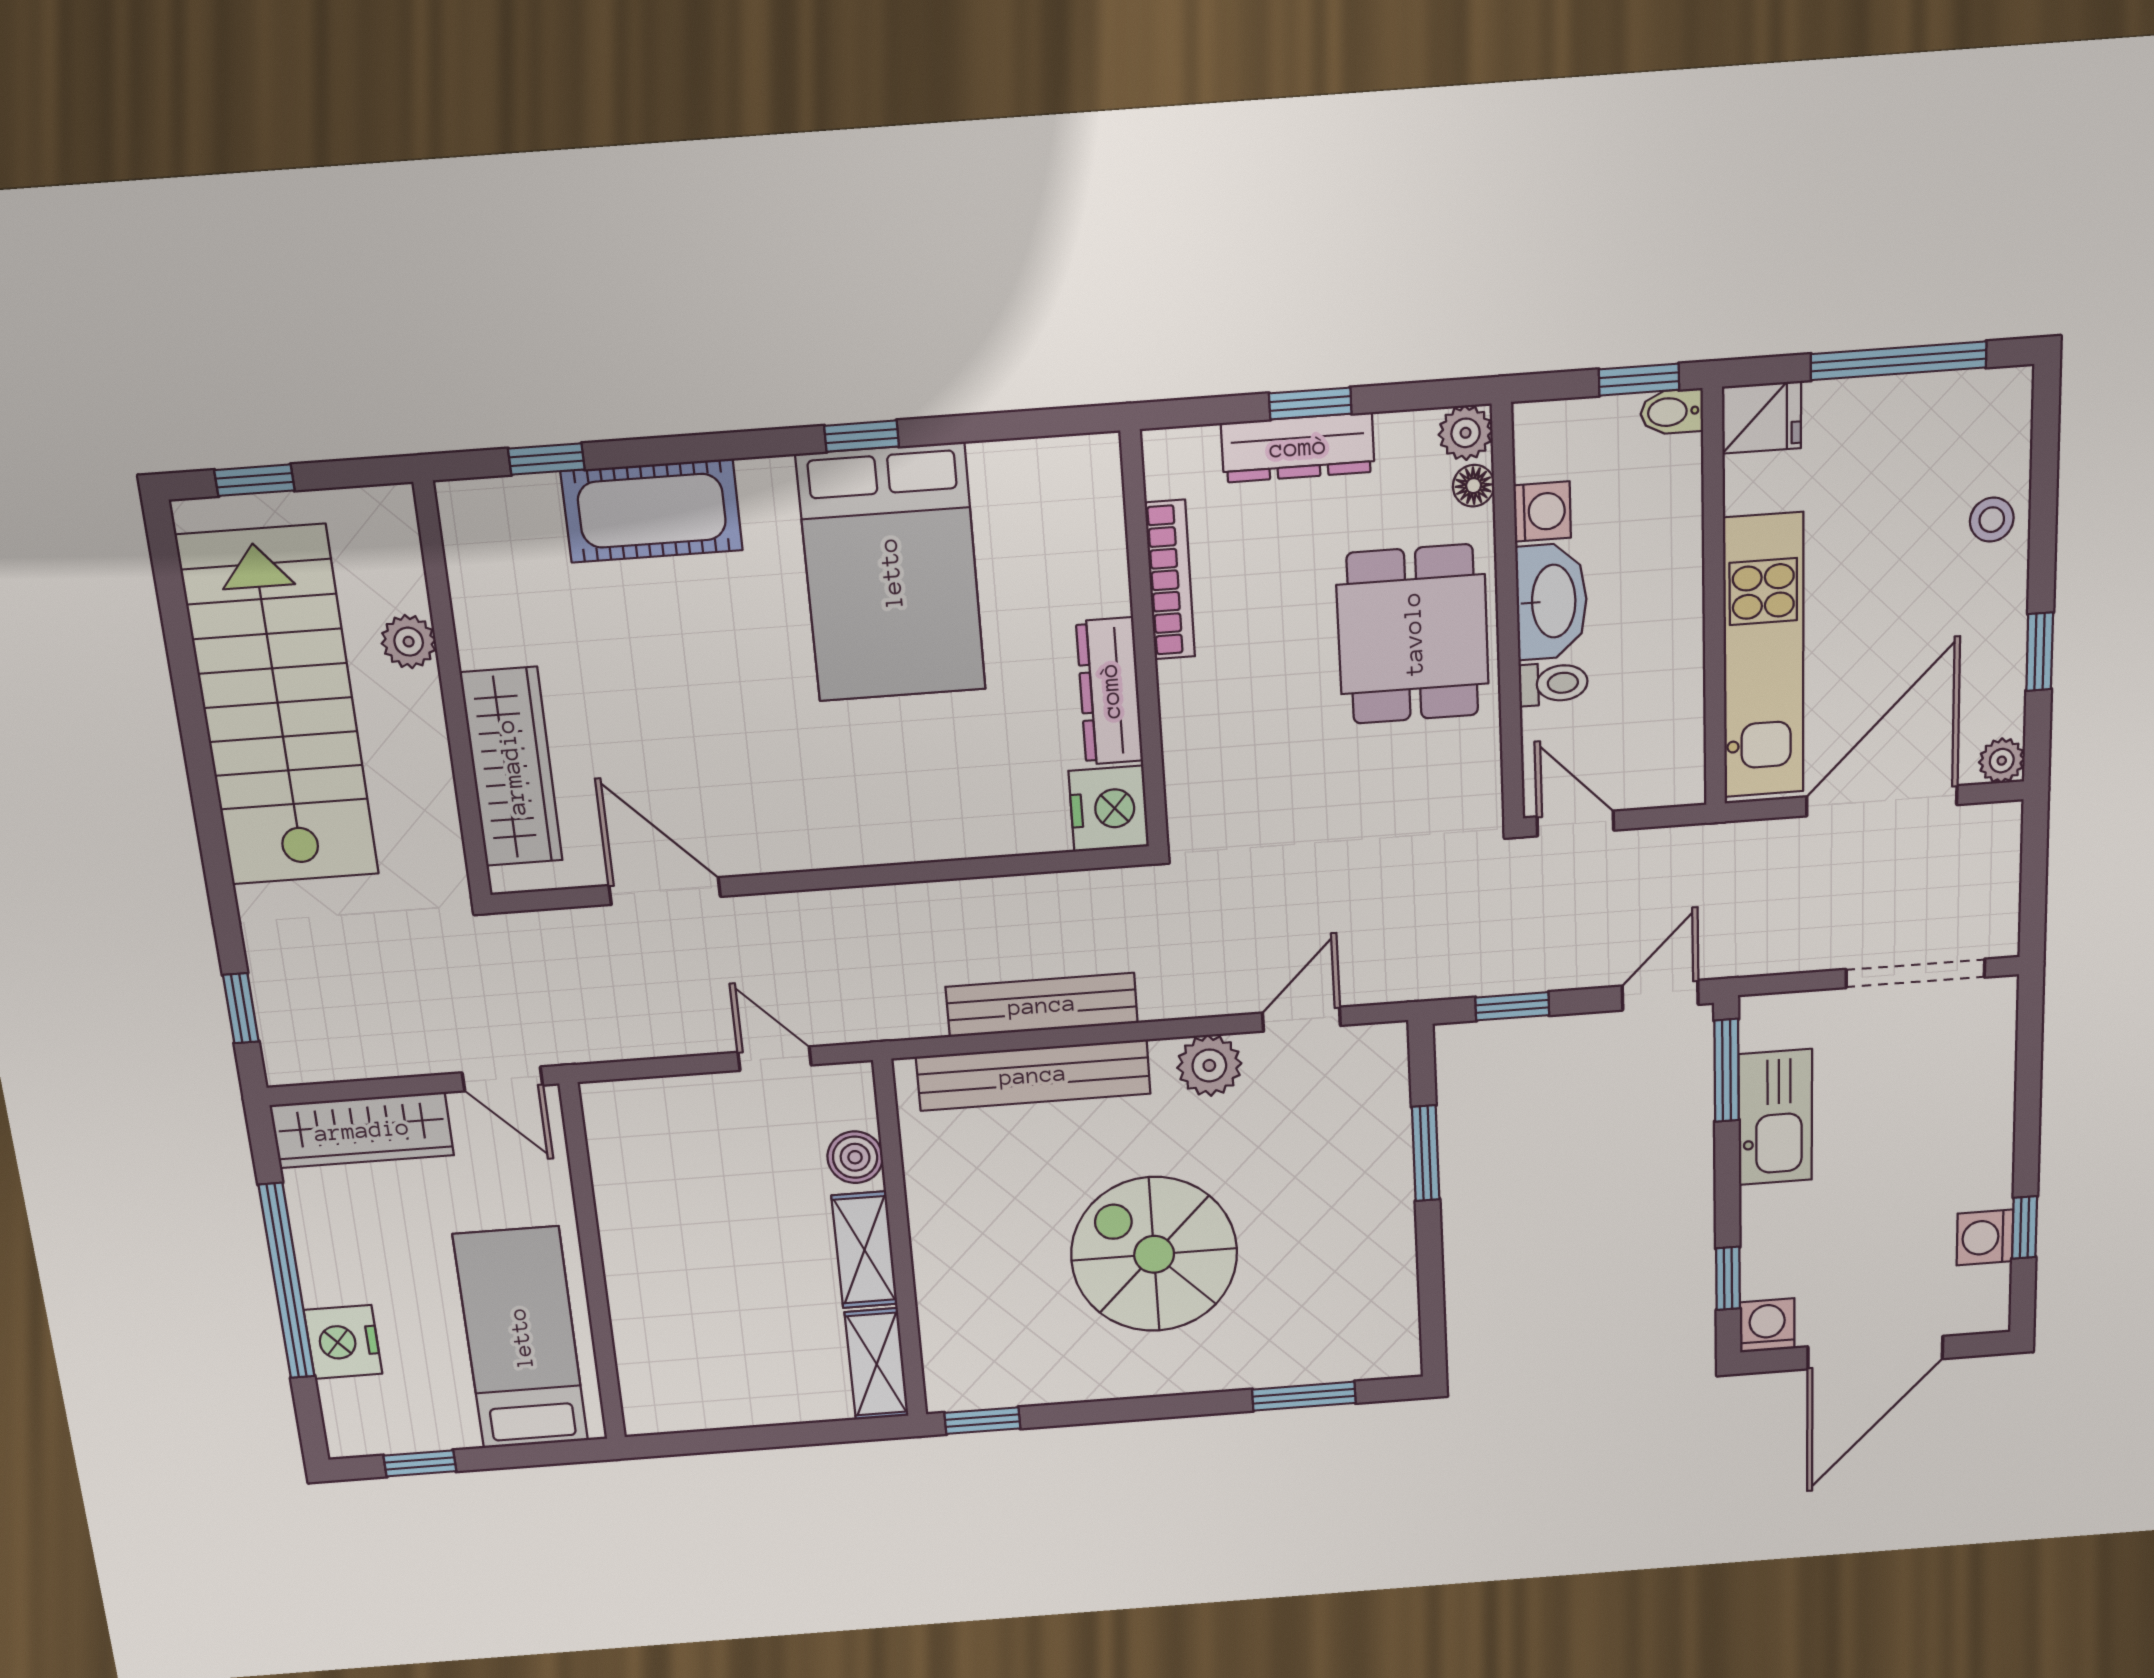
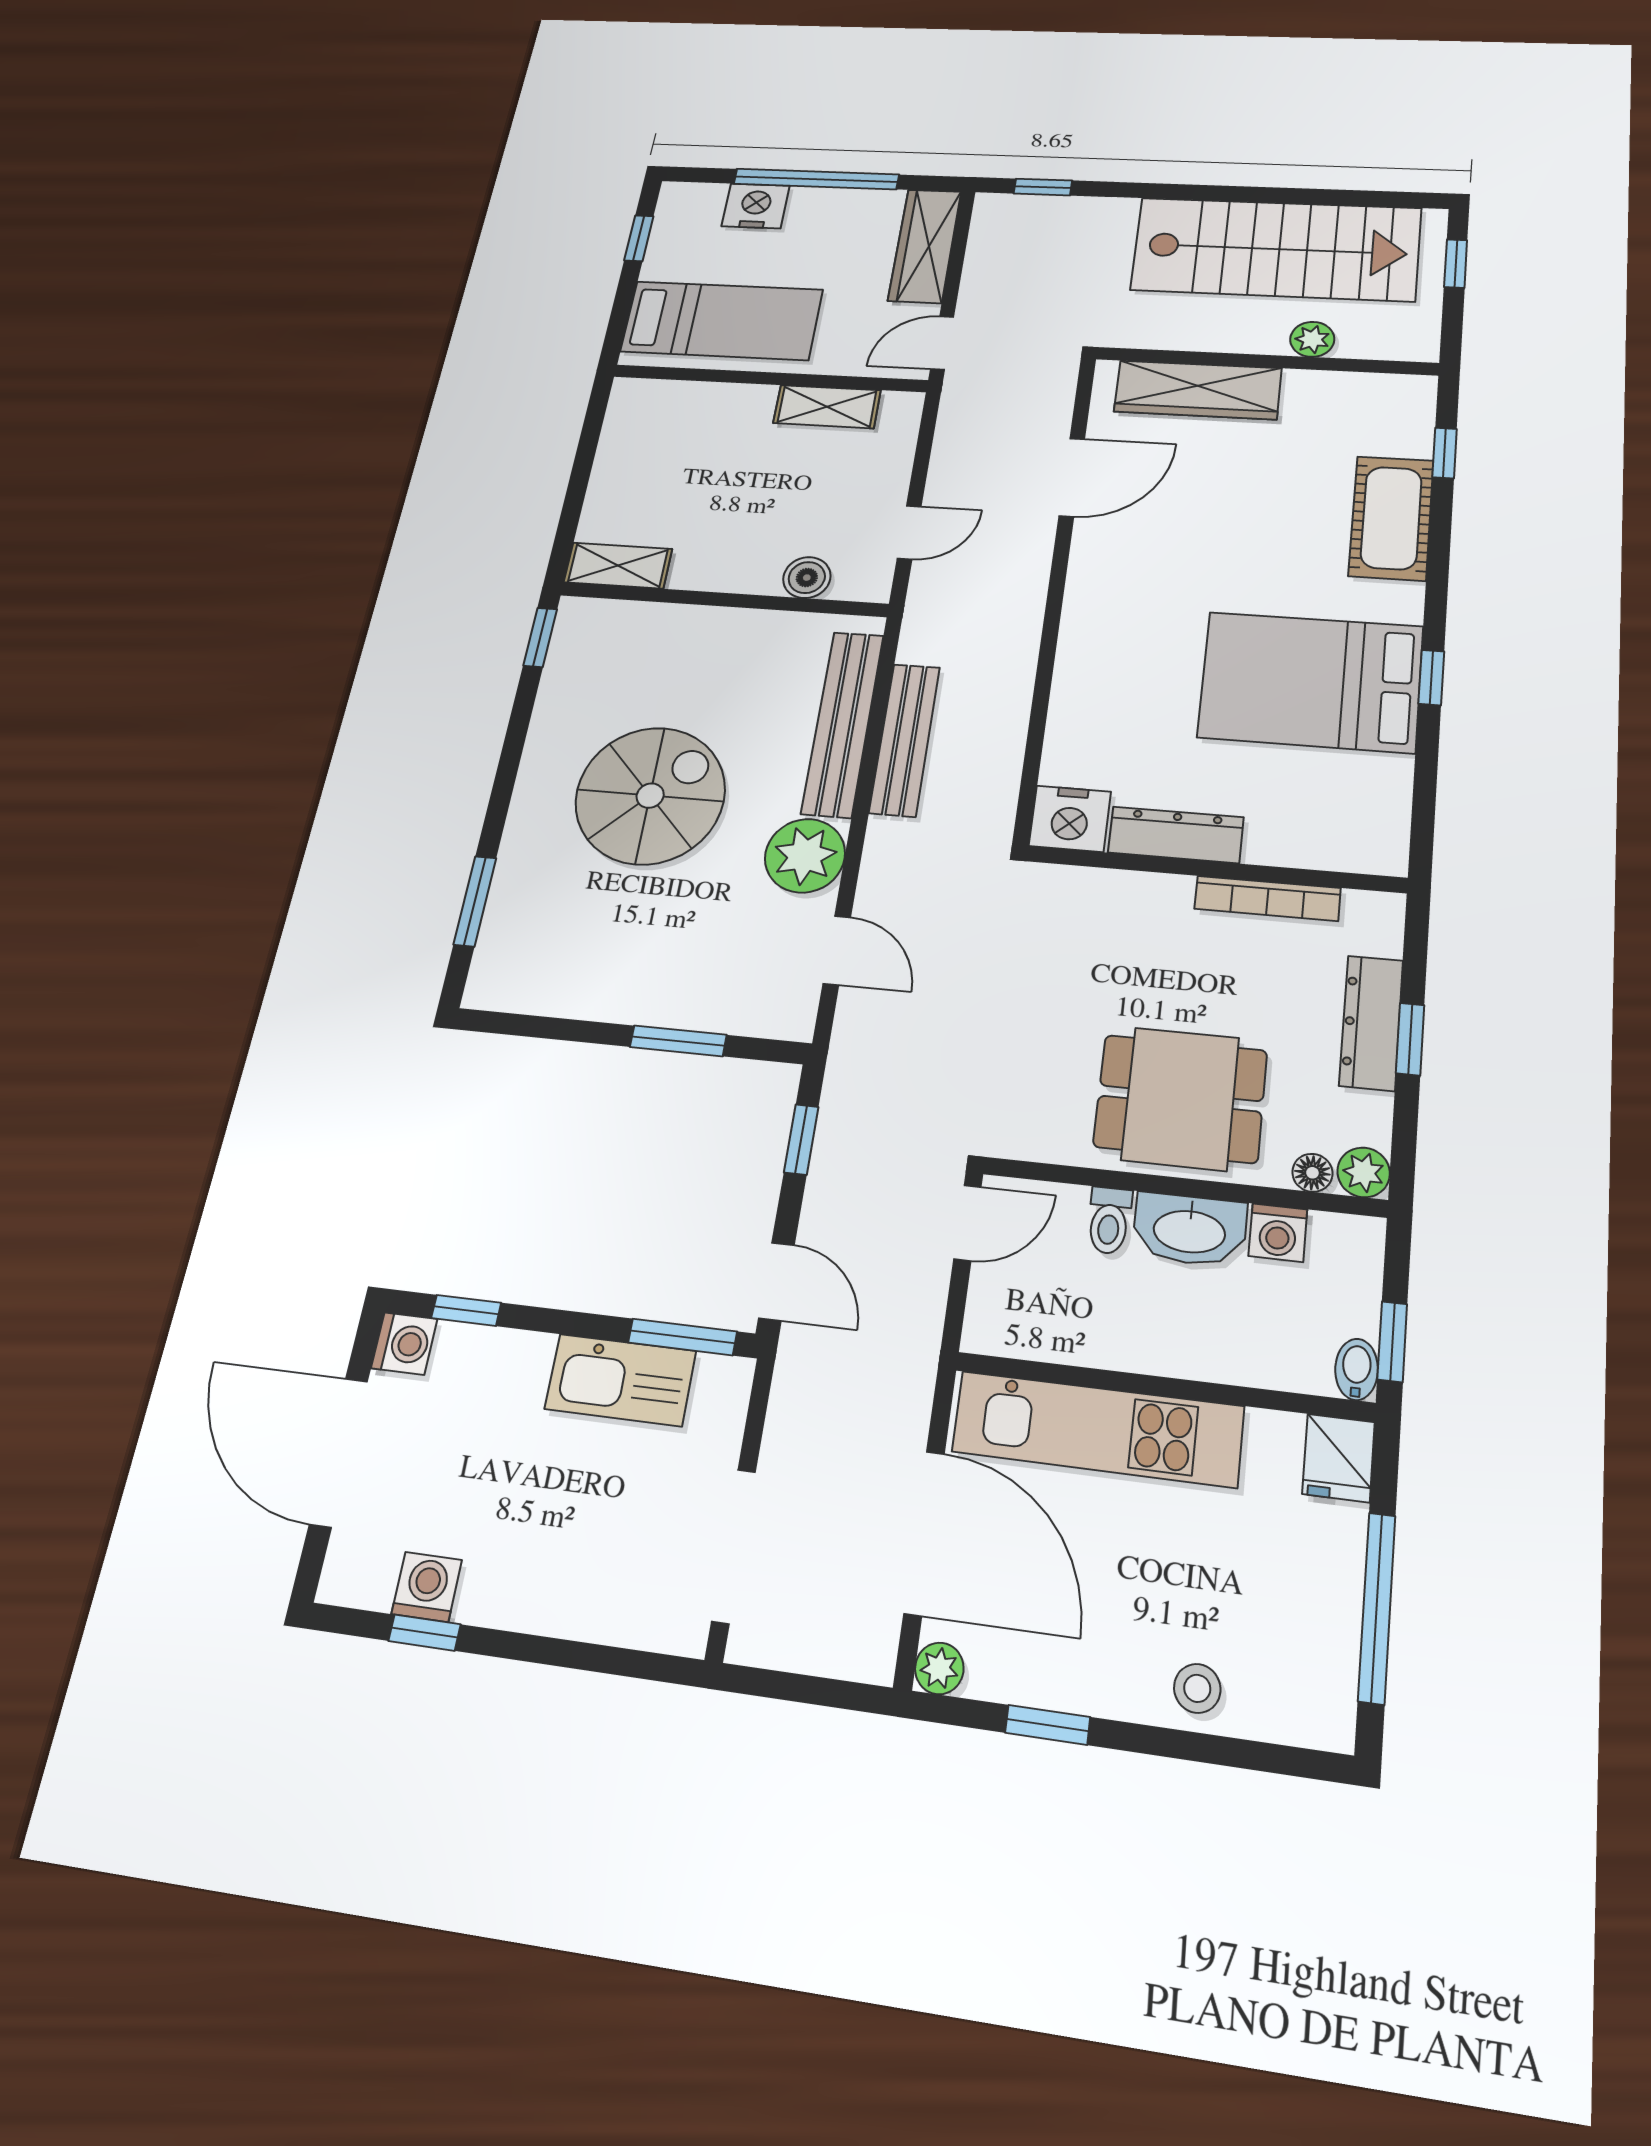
plant: (1209, 1065) -> (805, 856), width x1.36, depth x1.36
shelving: (864, 1250) -> (827, 407), moved

